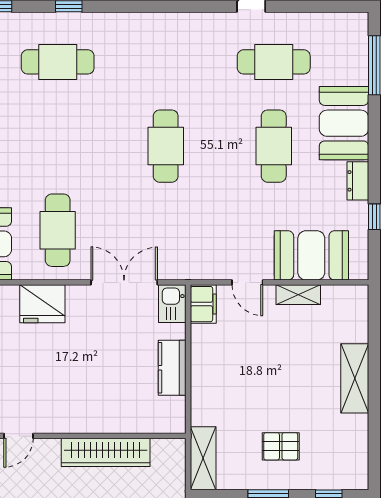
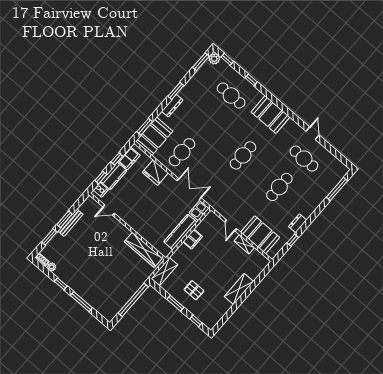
booth: (344, 123) -> (270, 115), moved, turned 90
filing cabinet: (203, 304) -> (193, 239), moved
kitchen counter: (172, 368) -> (180, 232), width x1.50
wardrobe: (106, 452) -> (143, 250), moved

